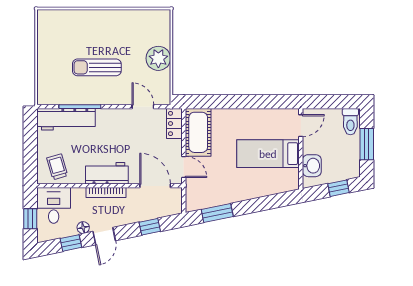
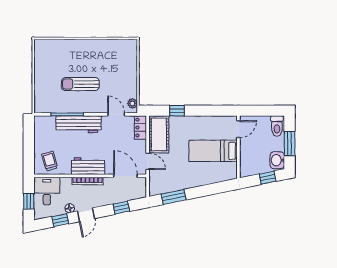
plant: (158, 58) -> (132, 103), moved, width x0.53, depth x0.53
window: (221, 102) -> (177, 111), added
workbench: (66, 119) -> (78, 124), moved
washbasin: (312, 166) -> (277, 160), moved, turned 180

